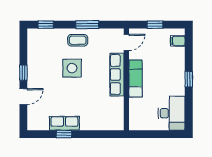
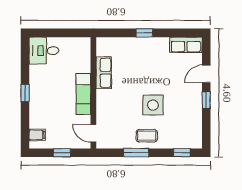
door: (126, 42) -> (93, 133), hinge flipped
row of seats: (117, 75) -> (104, 73), moved, width x0.68
desk: (172, 113) -> (44, 51), width x0.73
row of seats: (64, 123) -> (186, 45), moved
window: (64, 134) -> (144, 33), moved

